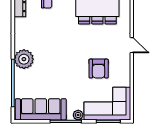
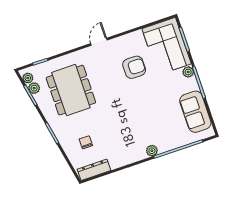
plant: (24, 59) -> (152, 151), width x0.53, depth x0.53
sofa: (41, 109) -> (195, 112), width x0.73

